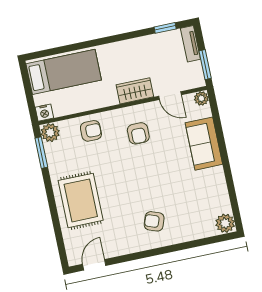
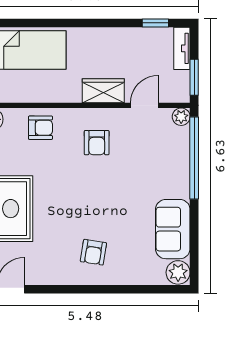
door: (170, 96) -> (144, 105), swing flipped
window: (219, 129) -> (194, 158), added
sofa: (204, 144) -> (173, 229), moved
armchair: (154, 221) -> (93, 252), turned -101

